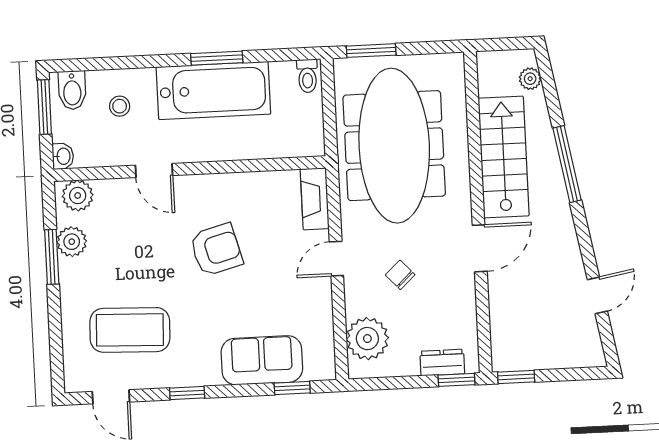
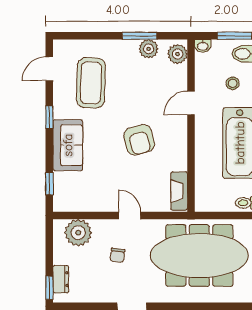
fireplace: (315, 199) -> (179, 191), moved, turned -90
chair: (400, 275) -> (117, 255), turned 140
sofa: (262, 360) -> (68, 145), moved

